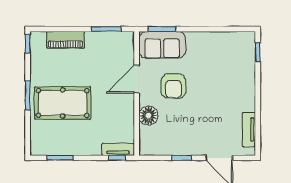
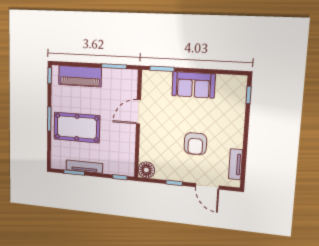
piano: (65, 40) -> (80, 76), width x1.37, depth x1.33
sofa: (162, 45) -> (193, 85), moved
armchair: (173, 86) -> (195, 144), moved
floor lamp: (148, 116) -> (146, 170), moved
tv unit: (118, 149) -> (84, 167), moved, width x1.41

